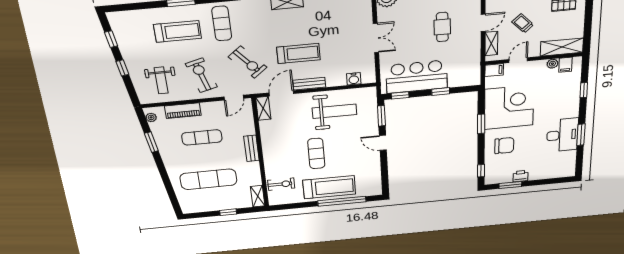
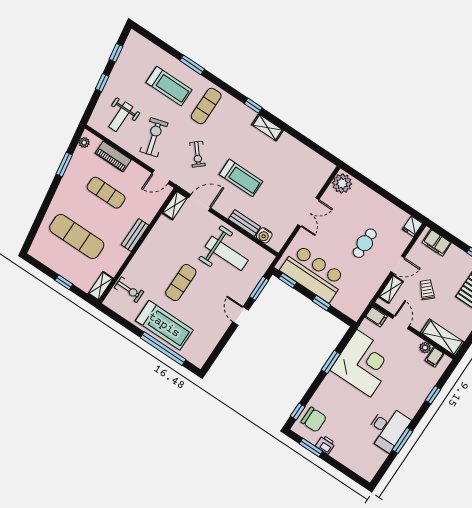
door: (518, 60) -> (401, 322), hinge flipped
exercise bike: (248, 62) -> (197, 154), width x0.73, depth x0.72
bench: (309, 84) -> (244, 223), moved
chair: (504, 146) -> (314, 420), moved

